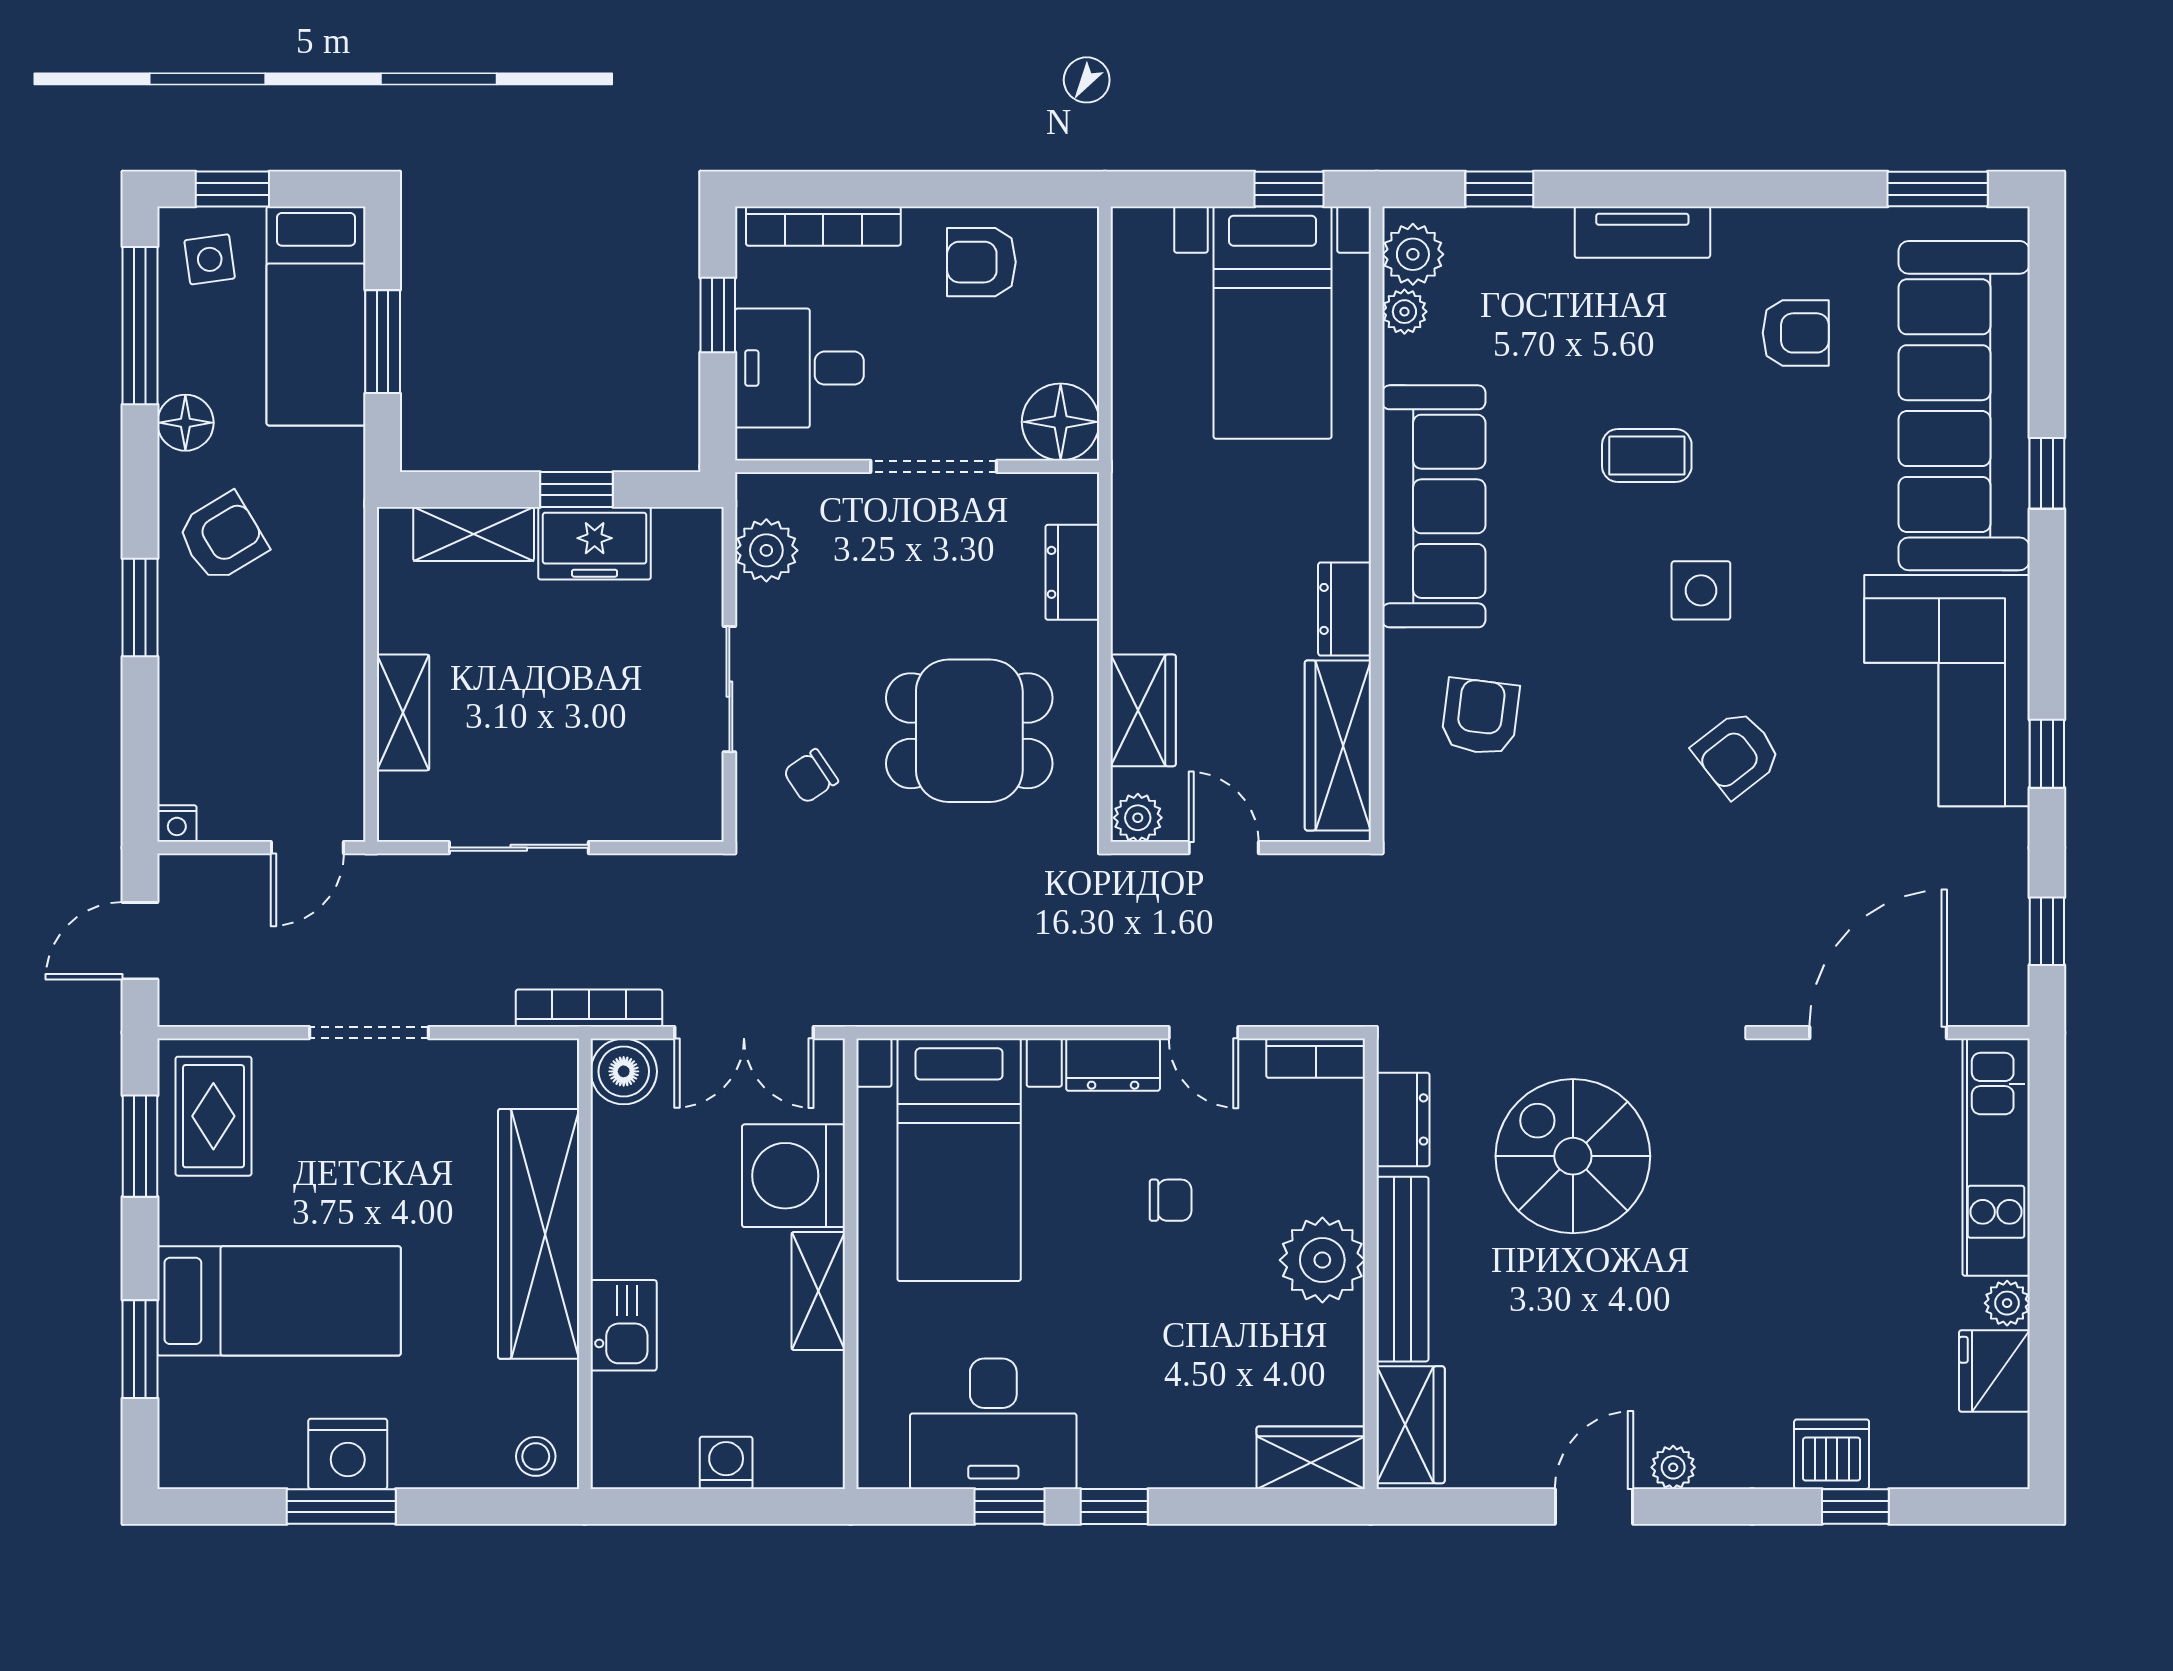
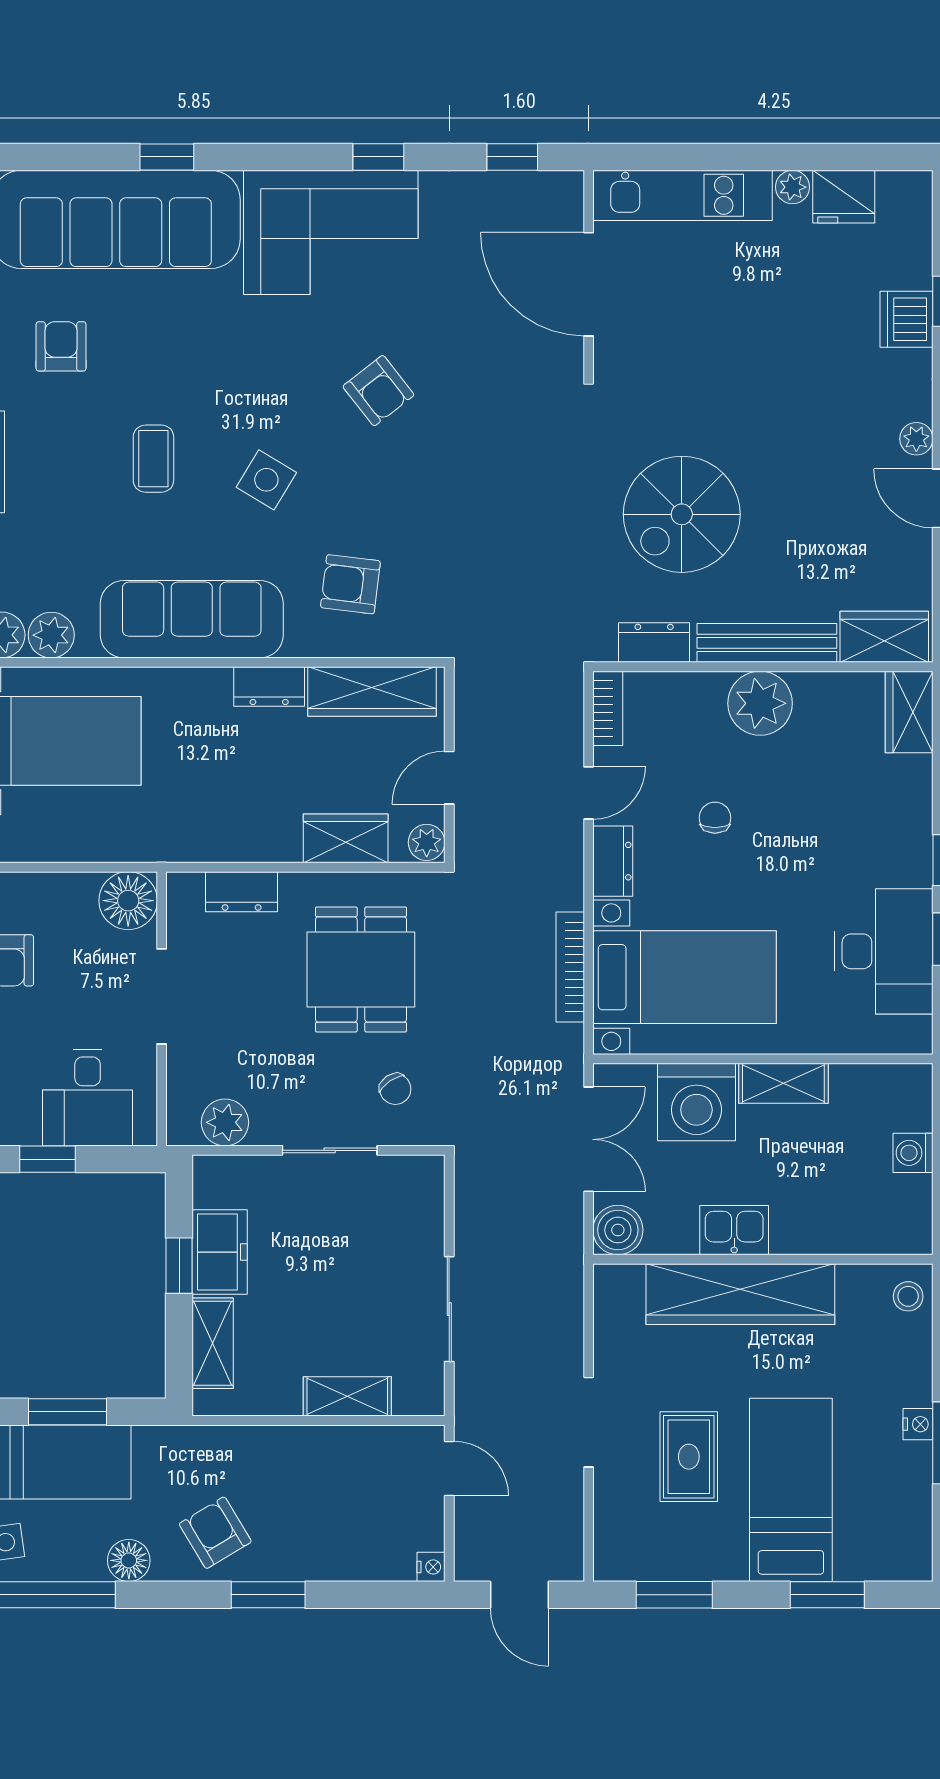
plant: (1404, 312) -> (51, 635), width x1.38, depth x1.38
side table: (1701, 590) -> (266, 480), moved, turned 31
bookcase: (589, 1008) -> (570, 967), moved
rug: (213, 1116) -> (689, 1457), moved, turned 90
kitchen sink: (624, 1325) -> (734, 1230), moved
nightstand: (348, 1454) -> (918, 1424), width x0.53, depth x0.56

